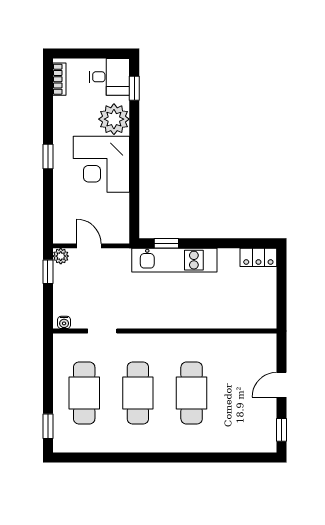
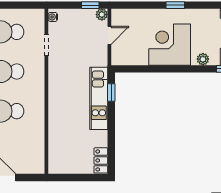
plant: (114, 119) -> (203, 59), width x0.53, depth x0.53

